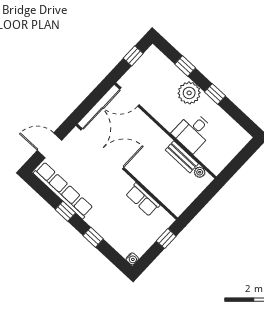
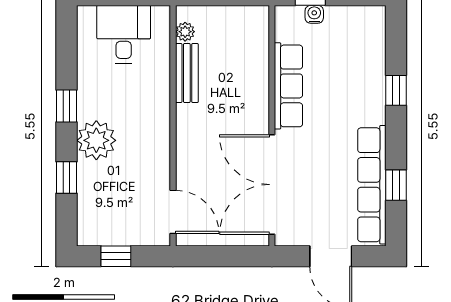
desk: (193, 132) -> (124, 34), moved, turned -90
row of seats: (143, 200) -> (288, 86), width x1.48
window: (65, 211) -> (396, 185), moved
water cooler: (132, 259) -> (314, 14), moved

